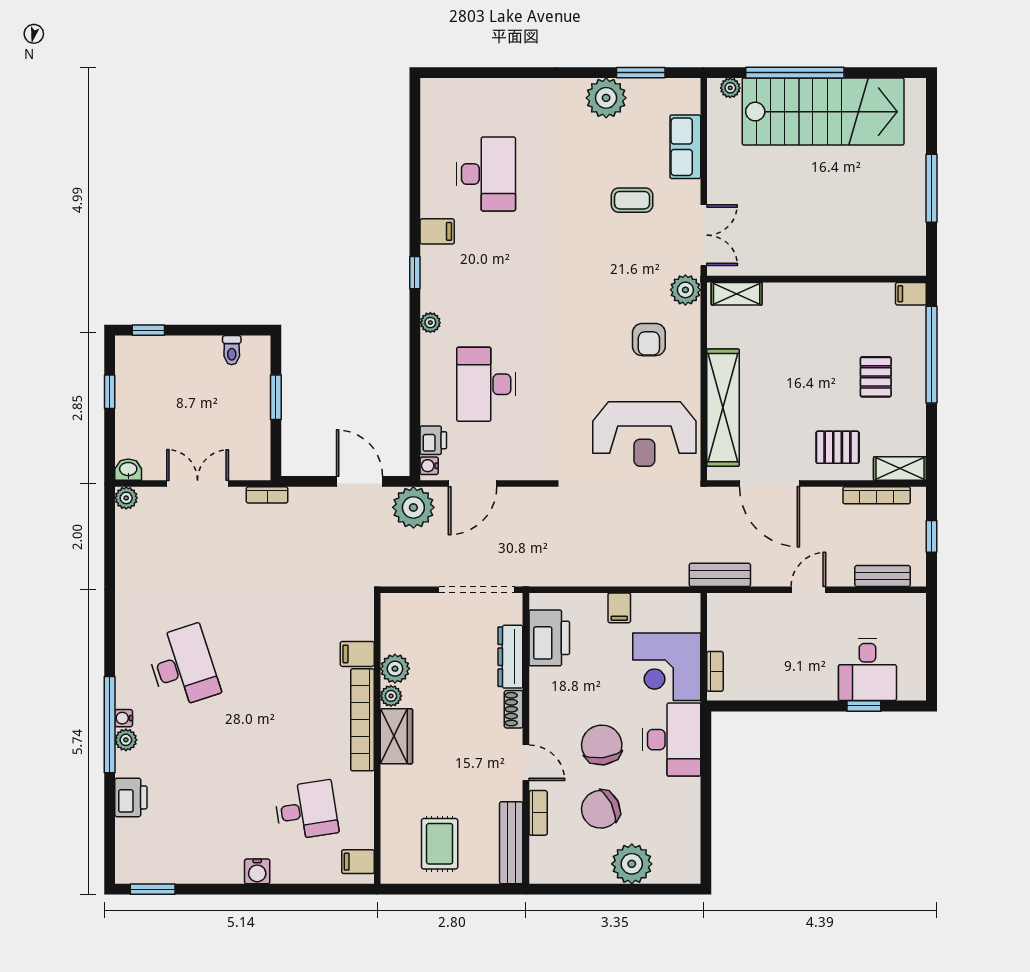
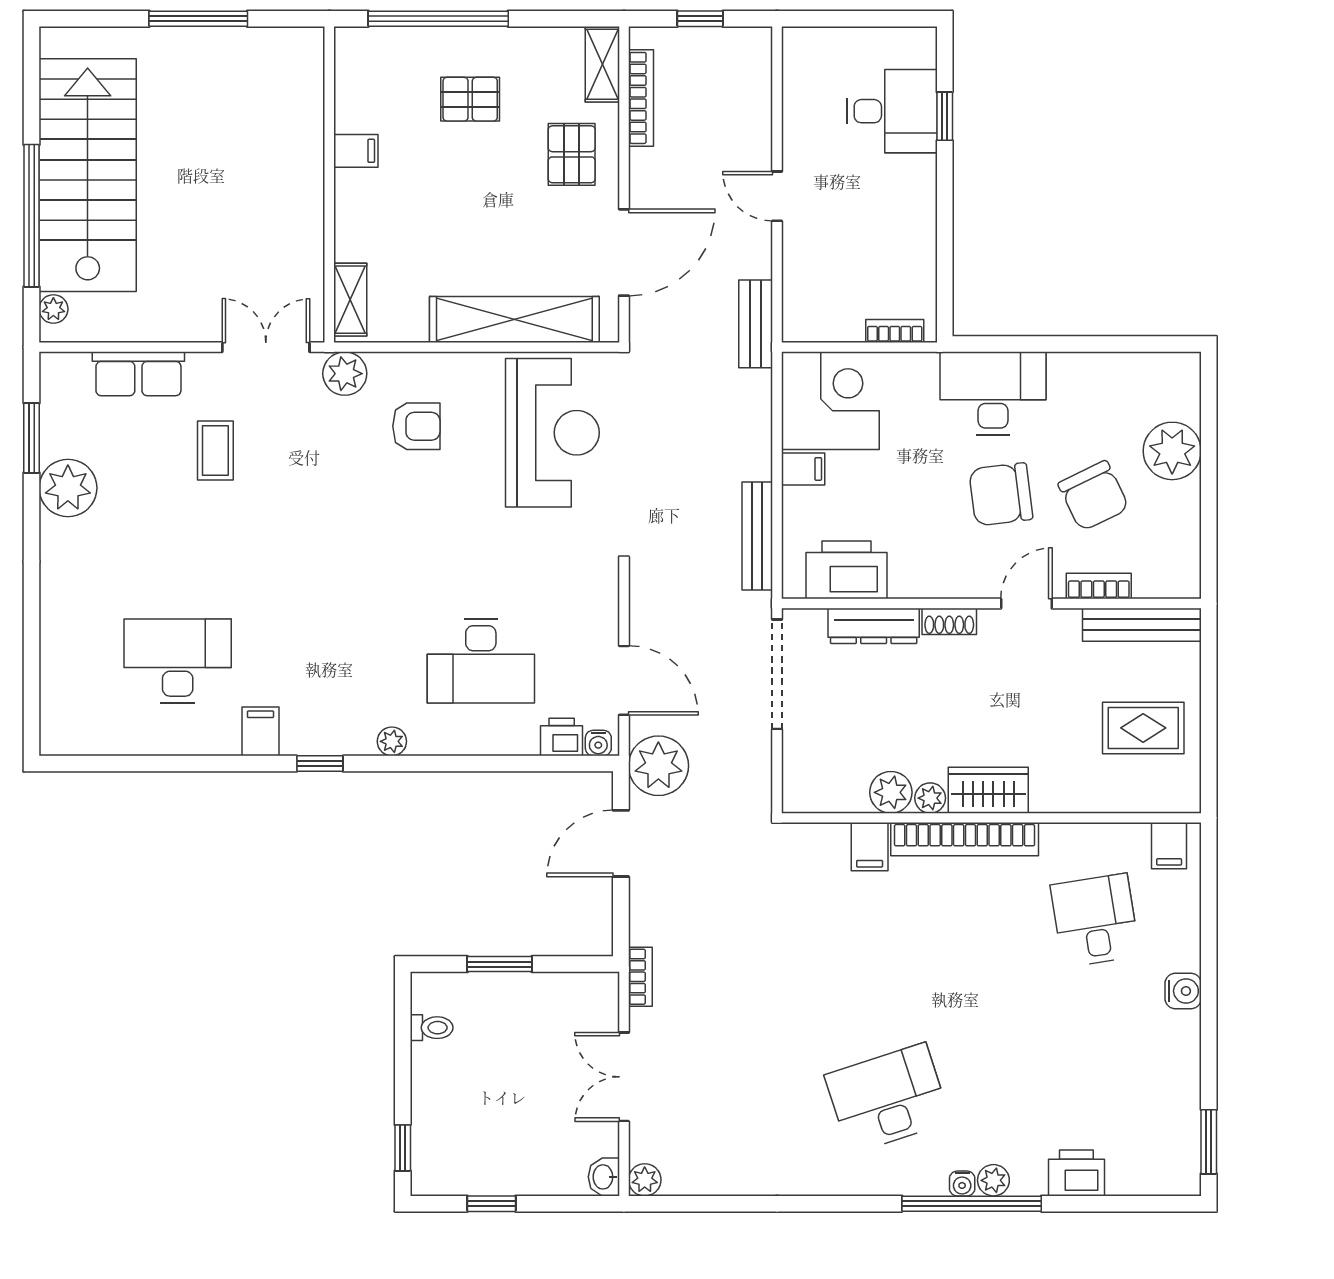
filing cabinet: (911, 294) -> (356, 151), moved, turned -90
bench: (883, 576) -> (757, 536), moved, width x1.36
corner desk: (667, 667) -> (830, 401), moved, turned -90

